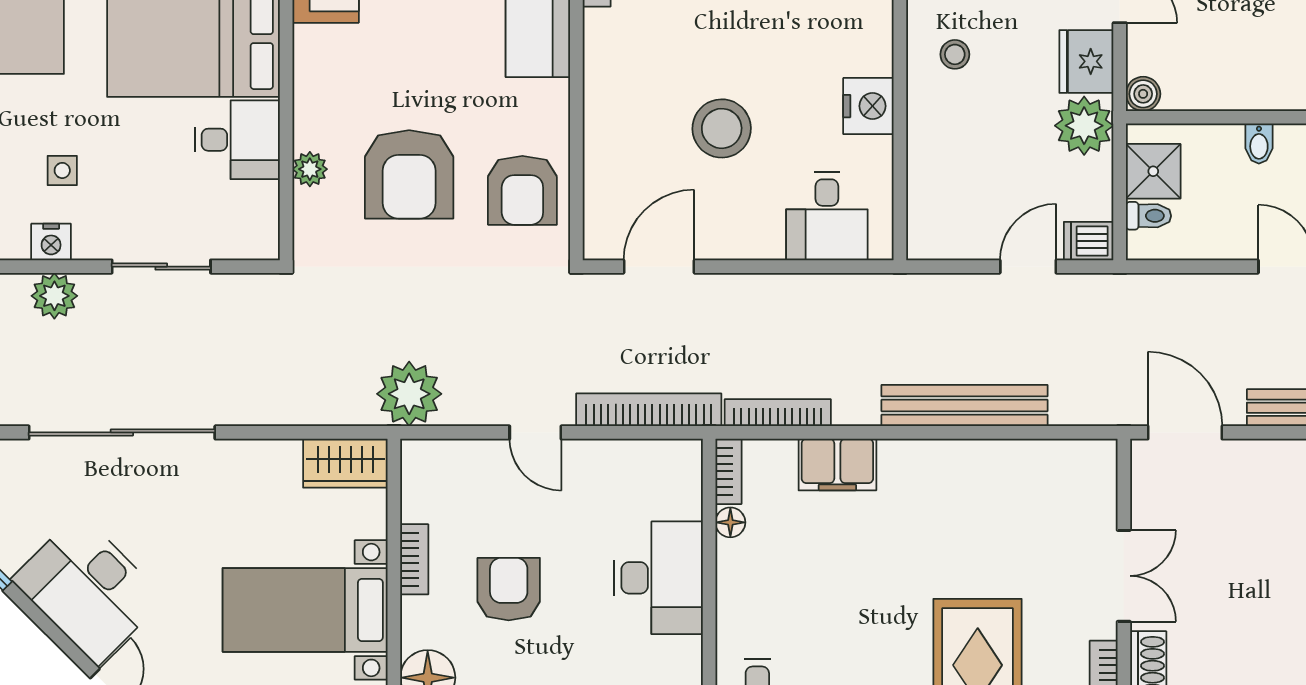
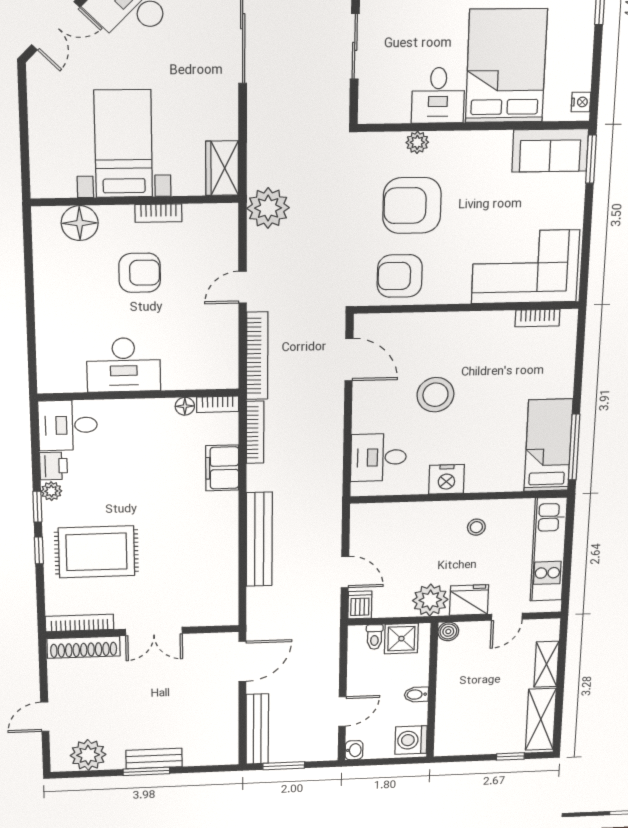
desk: (659, 578) -> (124, 365), moved

